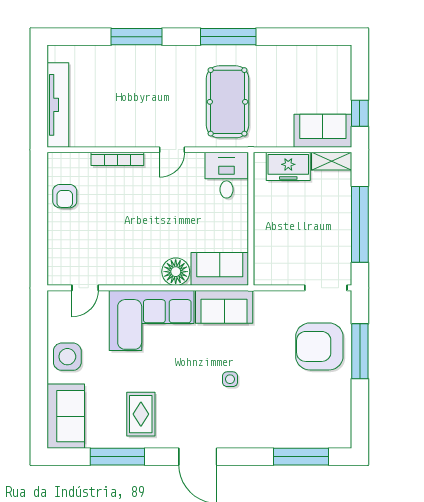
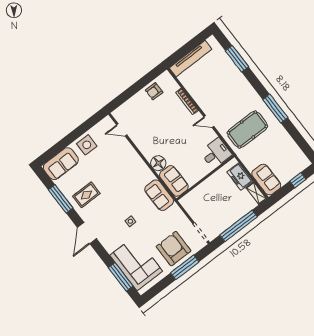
window: (136, 37) -> (237, 59), moved
window: (360, 113) -> (298, 180), moved
corner sofa: (152, 321) -> (136, 263), moved, turned 180

